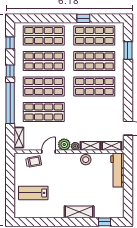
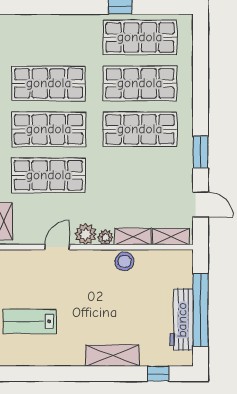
shop shelf: (44, 36) -> (49, 37), removed
window: (128, 50) -> (201, 152), moved
trolley: (34, 161) -> (30, 265), removed
workbench: (117, 170) -> (182, 320), moved
window: (128, 186) -> (201, 310), added

